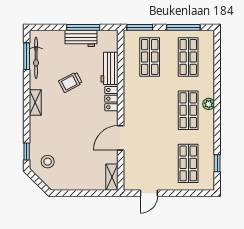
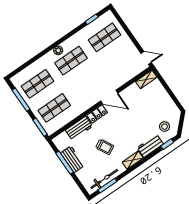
workbench: (37, 132) -> (150, 146), added
door: (121, 138) -> (109, 97), moved
door: (149, 193) -> (146, 58), moved

